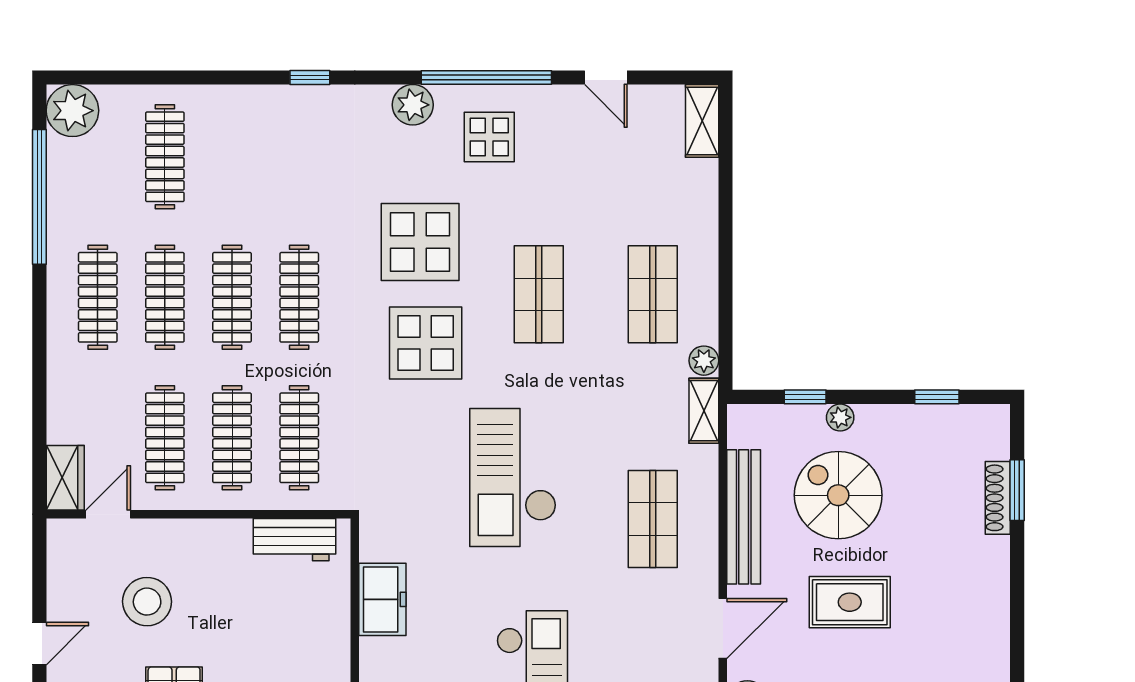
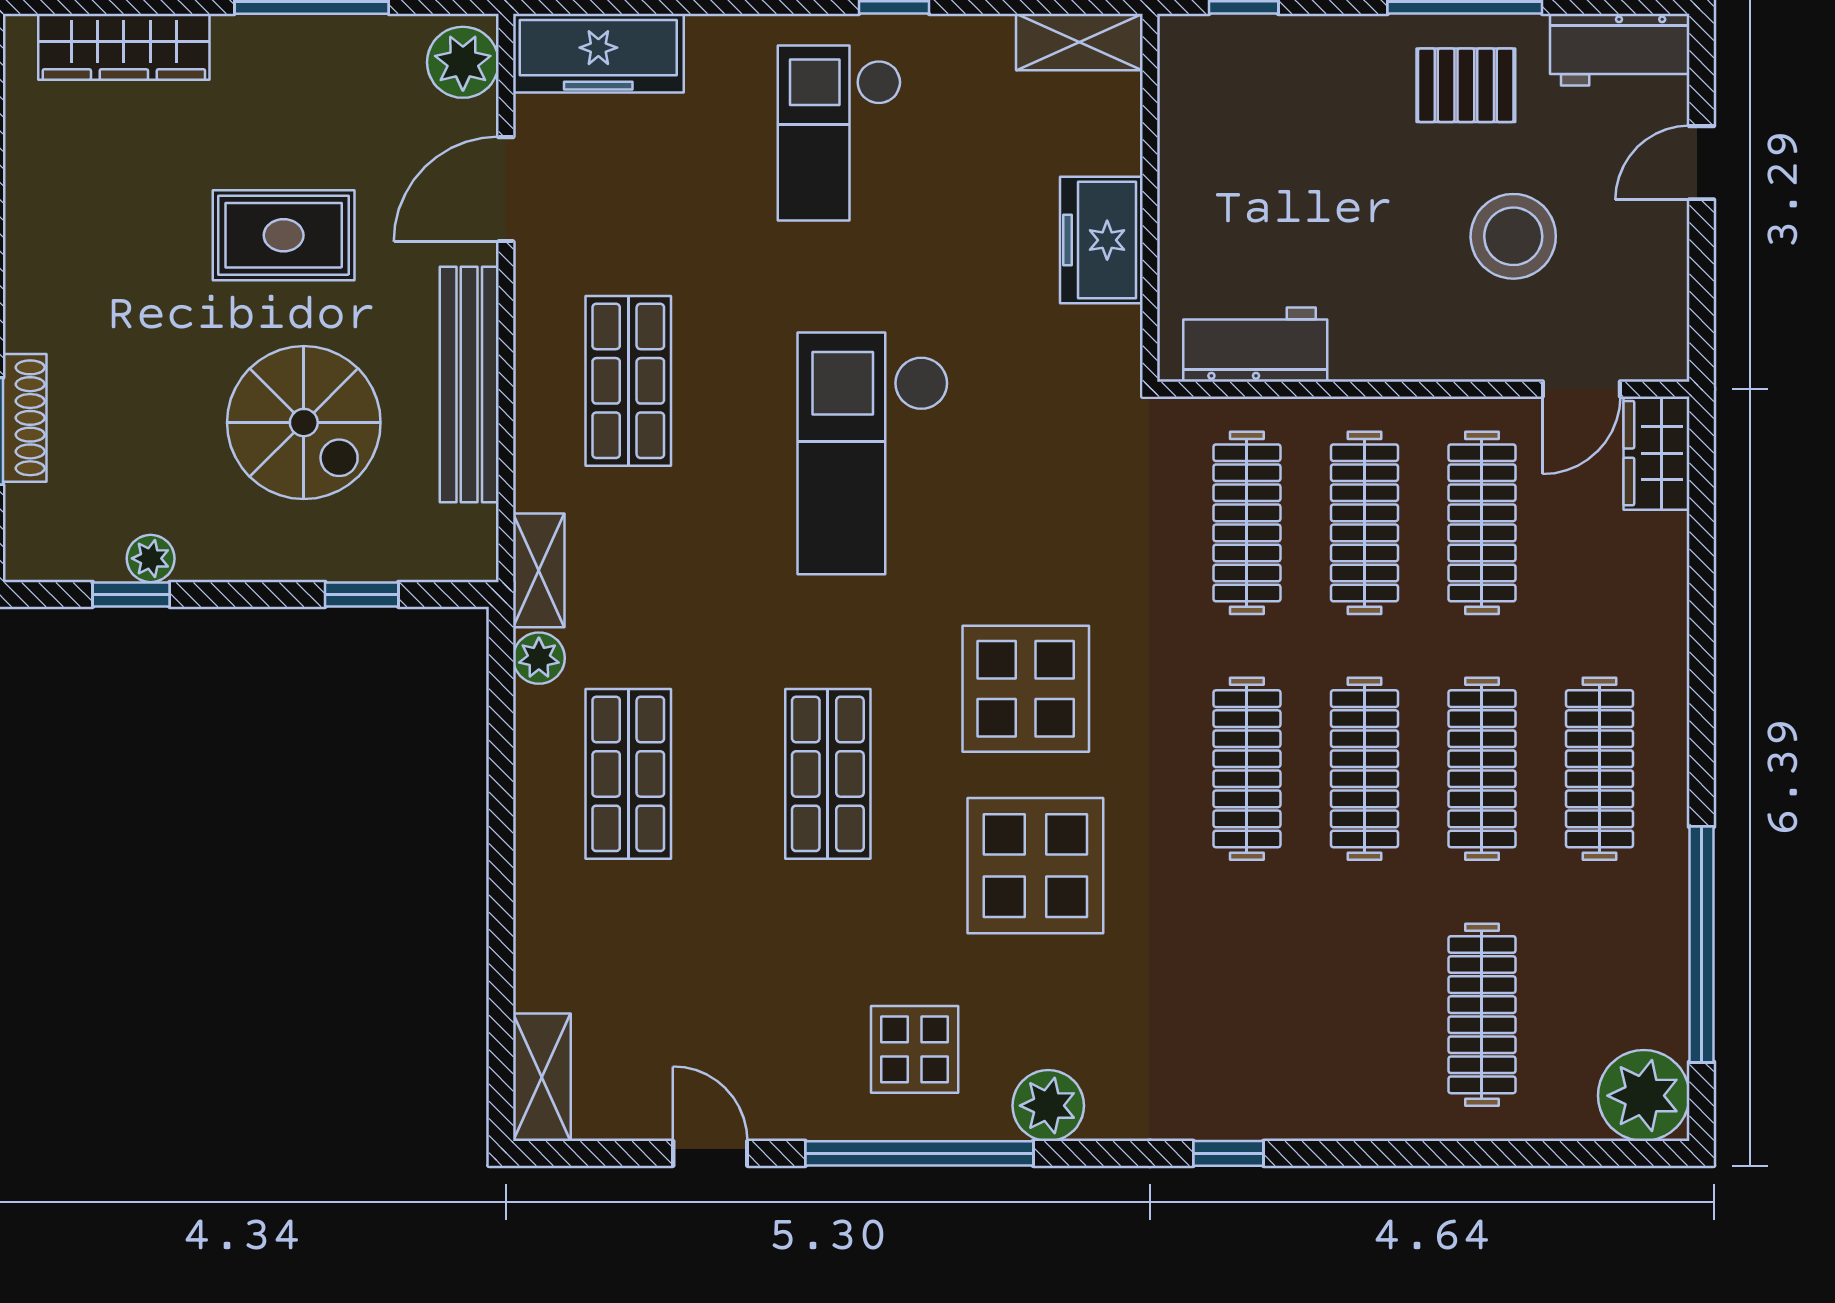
plant: (840, 417) -> (151, 558), moved
checkout: (513, 478) -> (873, 453), turned 180

